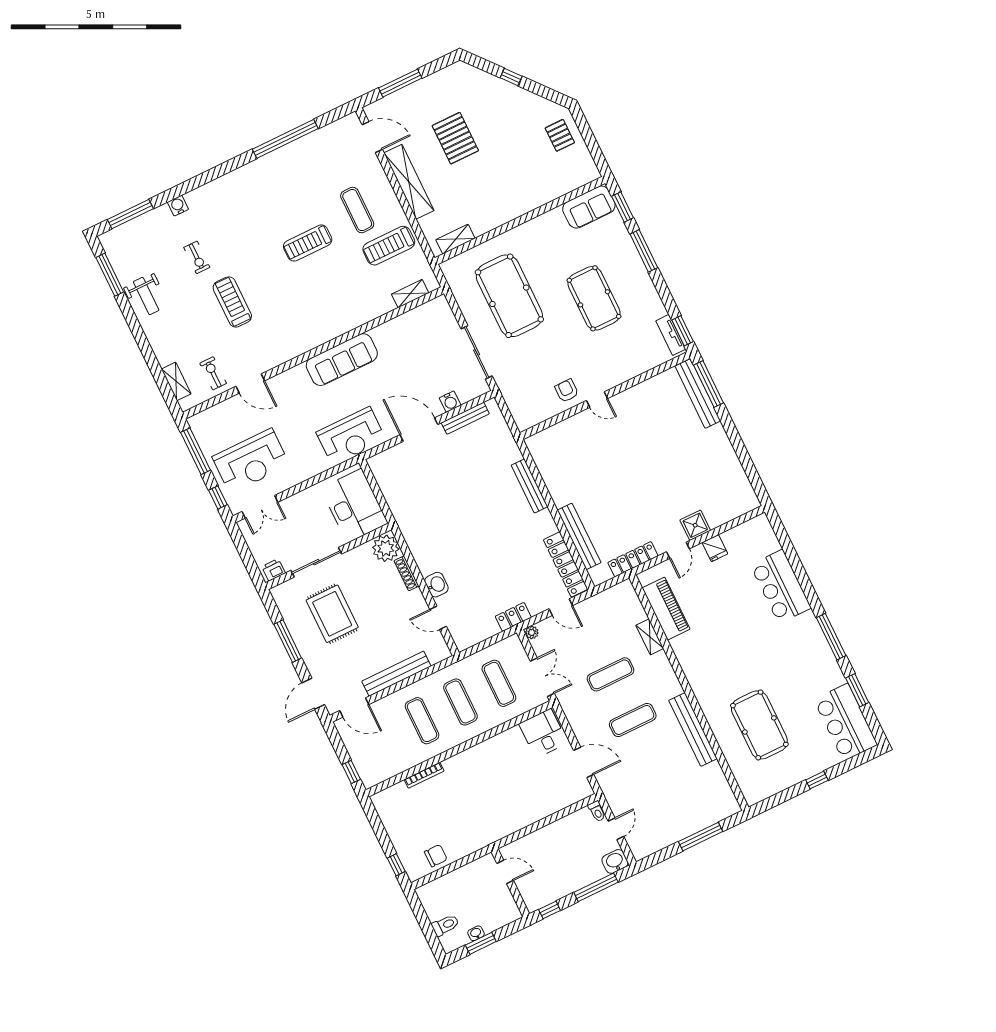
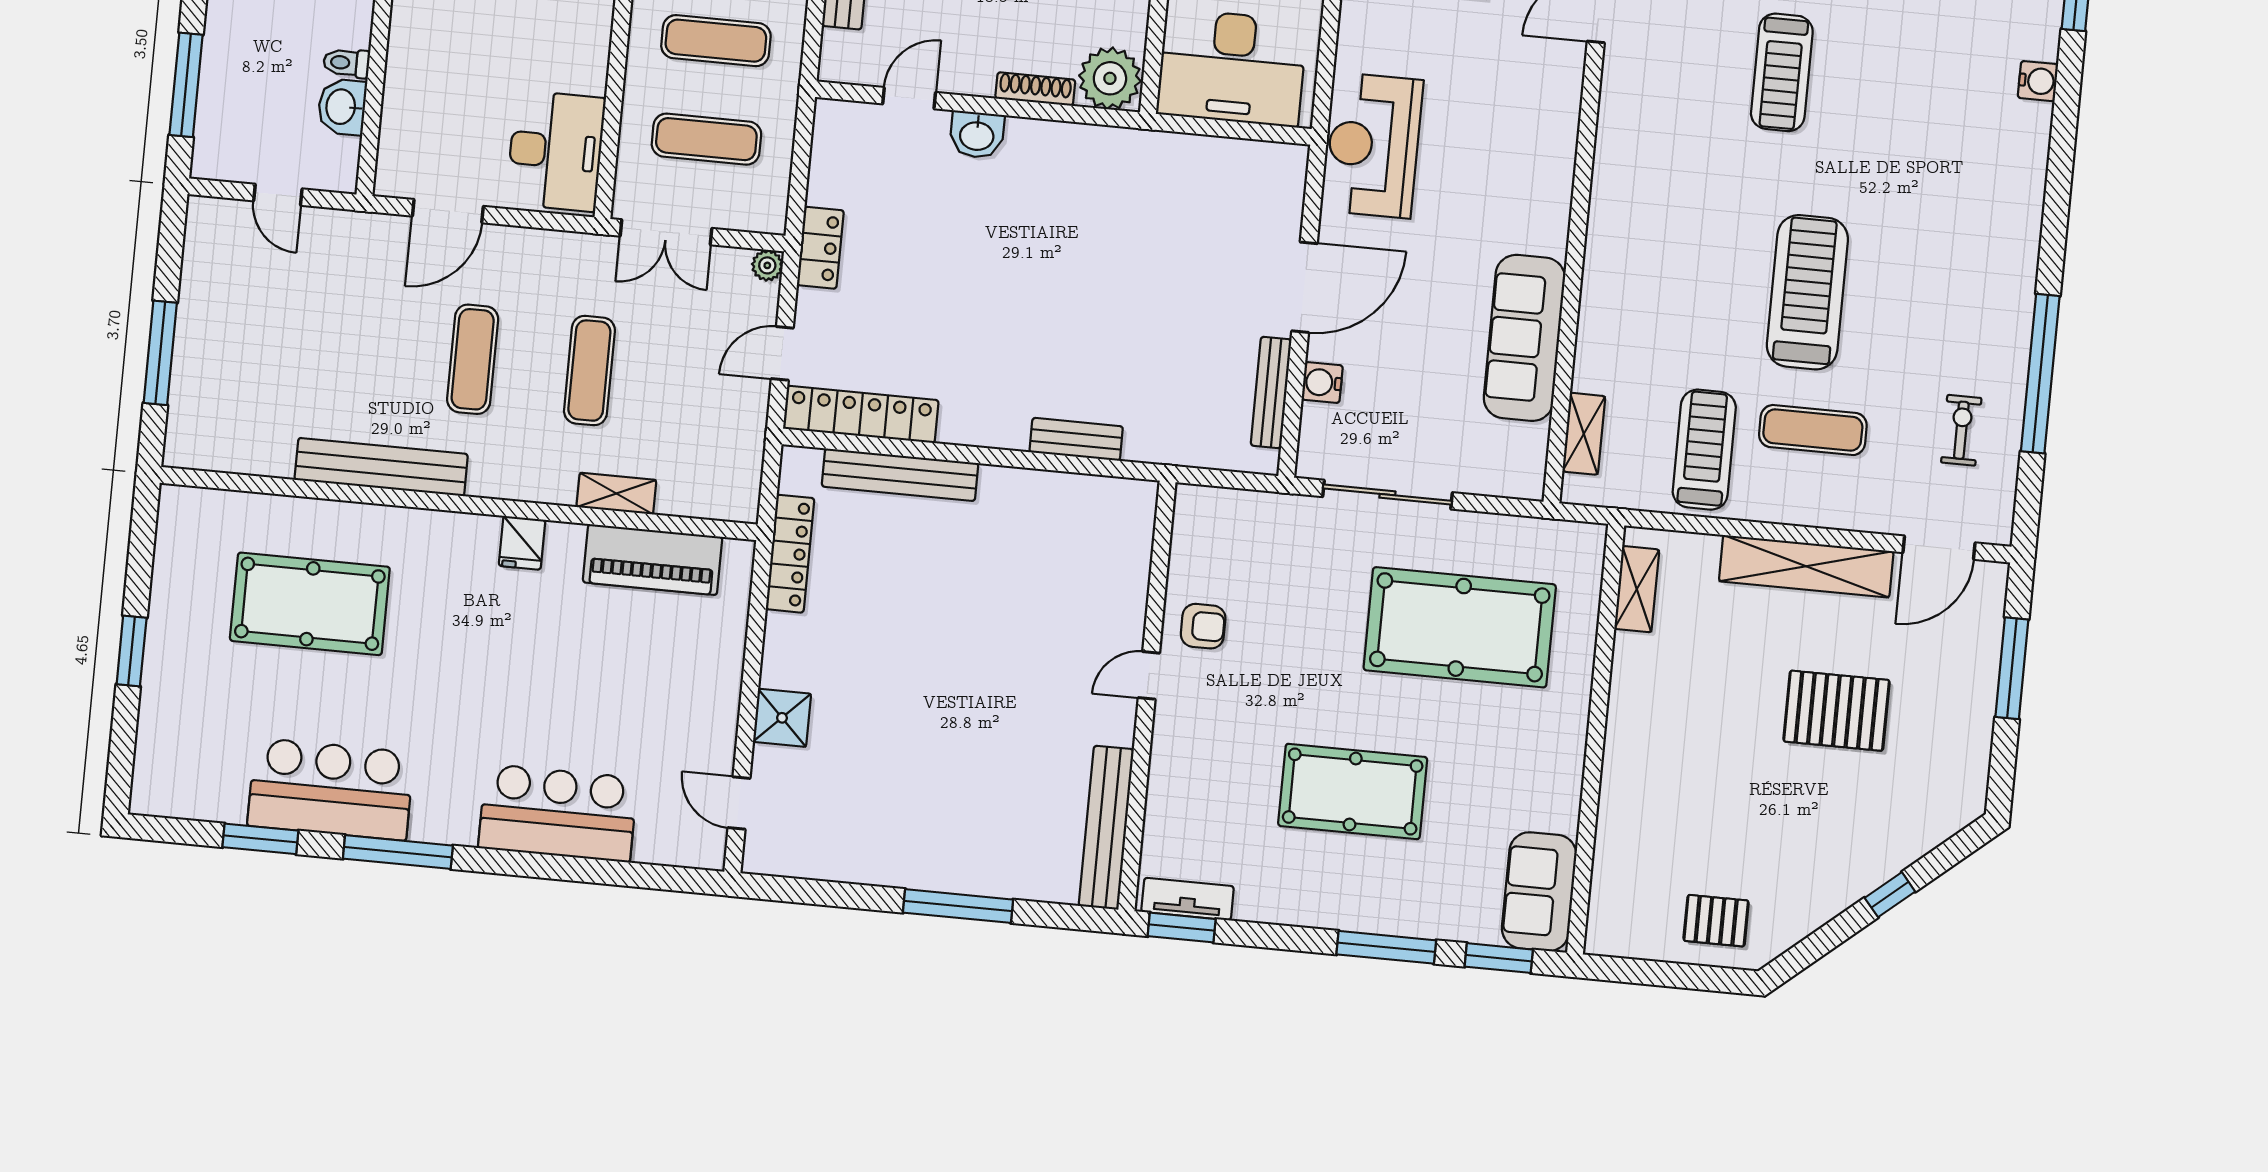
treadmill: (308, 243) -> (1807, 292), width x1.37, depth x1.38
exercise bike: (197, 257) -> (1961, 430), moved, turned 90
treadmill: (232, 302) -> (1782, 72), turned 90
sofa: (342, 360) -> (1524, 338), moved
window: (708, 384) -> (958, 906), moved
bench: (698, 393) -> (1106, 828), moved, turned 90
bench: (529, 486) -> (1076, 439), width x0.73
fridge: (715, 548) -> (522, 543), moved, turned -90
door: (678, 550) -> (739, 803), moved
bar counter: (846, 722) -> (331, 789), moved
desk: (543, 733) -> (556, 151), width x1.37
window: (817, 780) -> (132, 651), width x1.50
toilet: (597, 811) -> (346, 63), moved
washbasin: (615, 861) -> (342, 107), moved, turned 180

